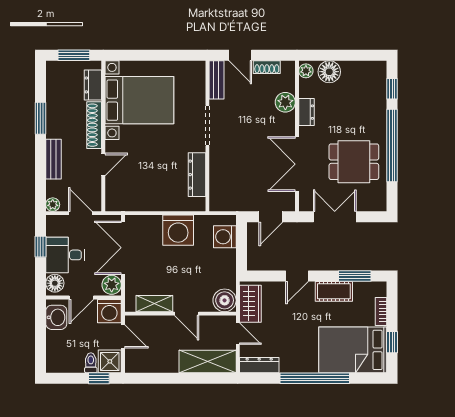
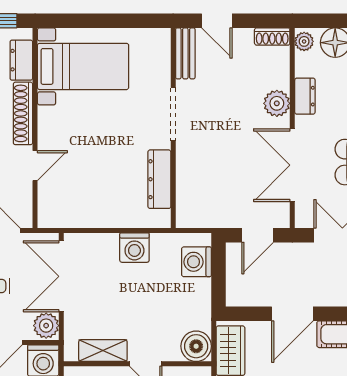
shoe rack: (267, 67) -> (272, 36), moved
bed with nightstands: (139, 100) -> (83, 66), width x0.73
plant: (285, 102) -> (277, 103), moved
washing machine: (178, 230) -> (134, 248), width x0.73, depth x0.73
door: (297, 276) -> (292, 314), width x1.38

